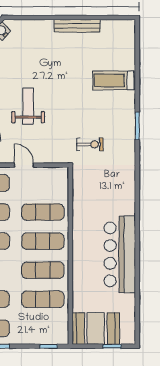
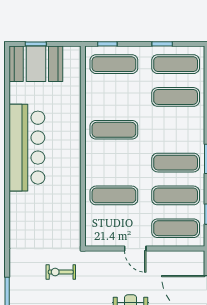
exercise mat: (43, 241) -> (114, 163), removed
exercise mat: (43, 299) -> (114, 64), moved
booth: (96, 329) -> (36, 64), moved

